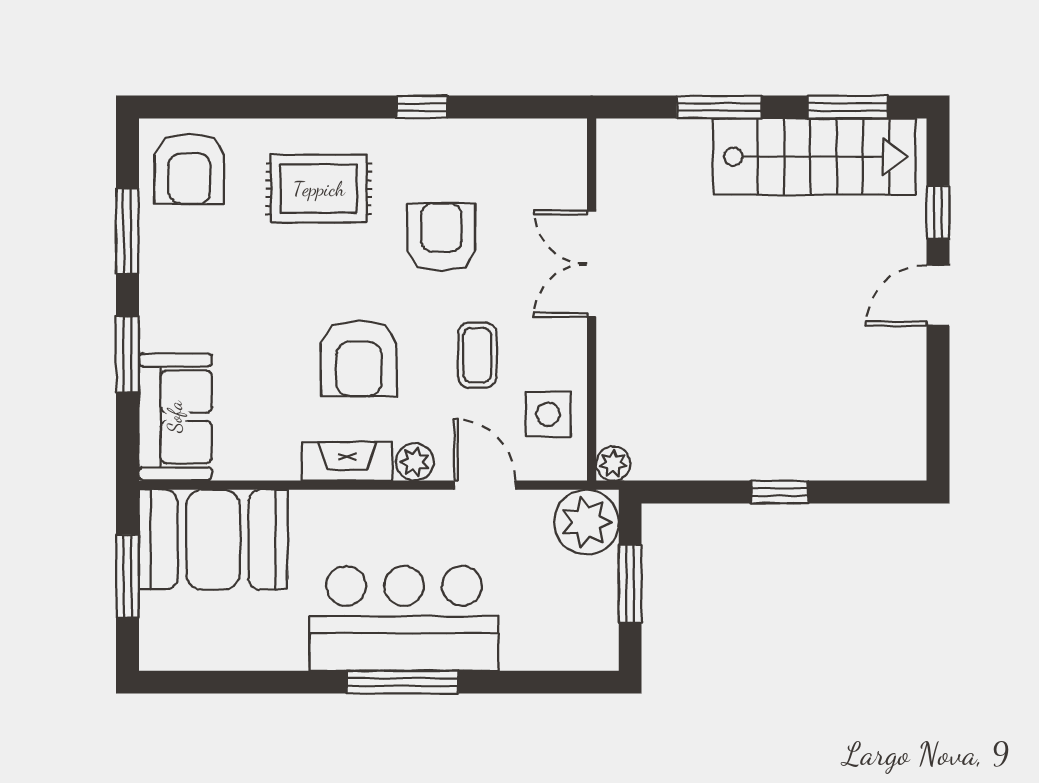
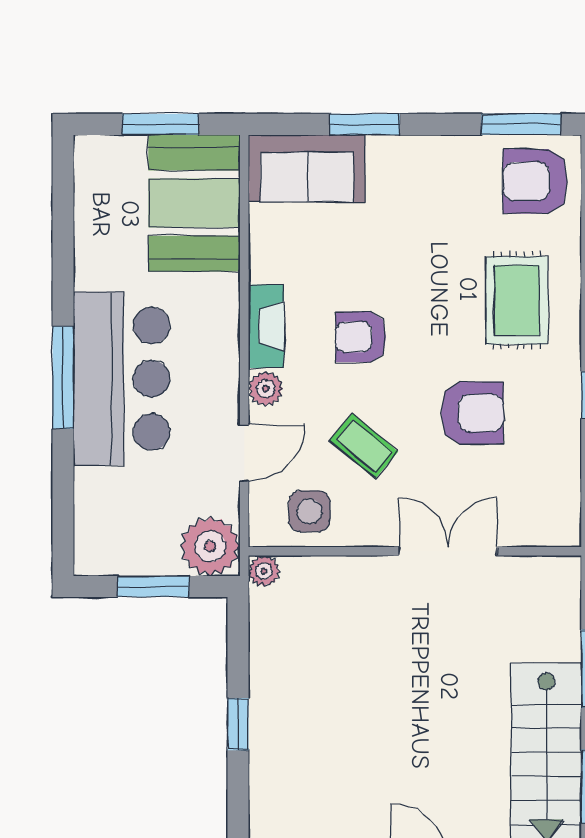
window: (127, 231) -> (521, 124), moved
coffee table: (477, 355) -> (364, 446), turned 40
armchair: (359, 358) -> (361, 337), width x0.72, depth x0.72

